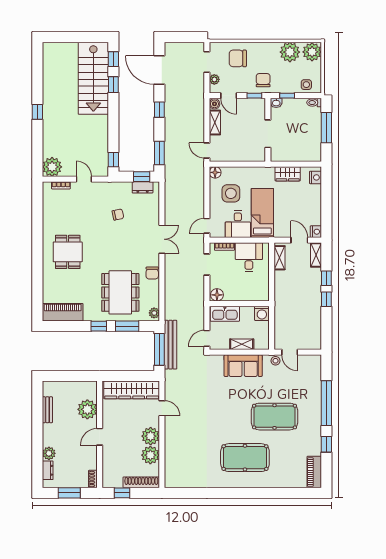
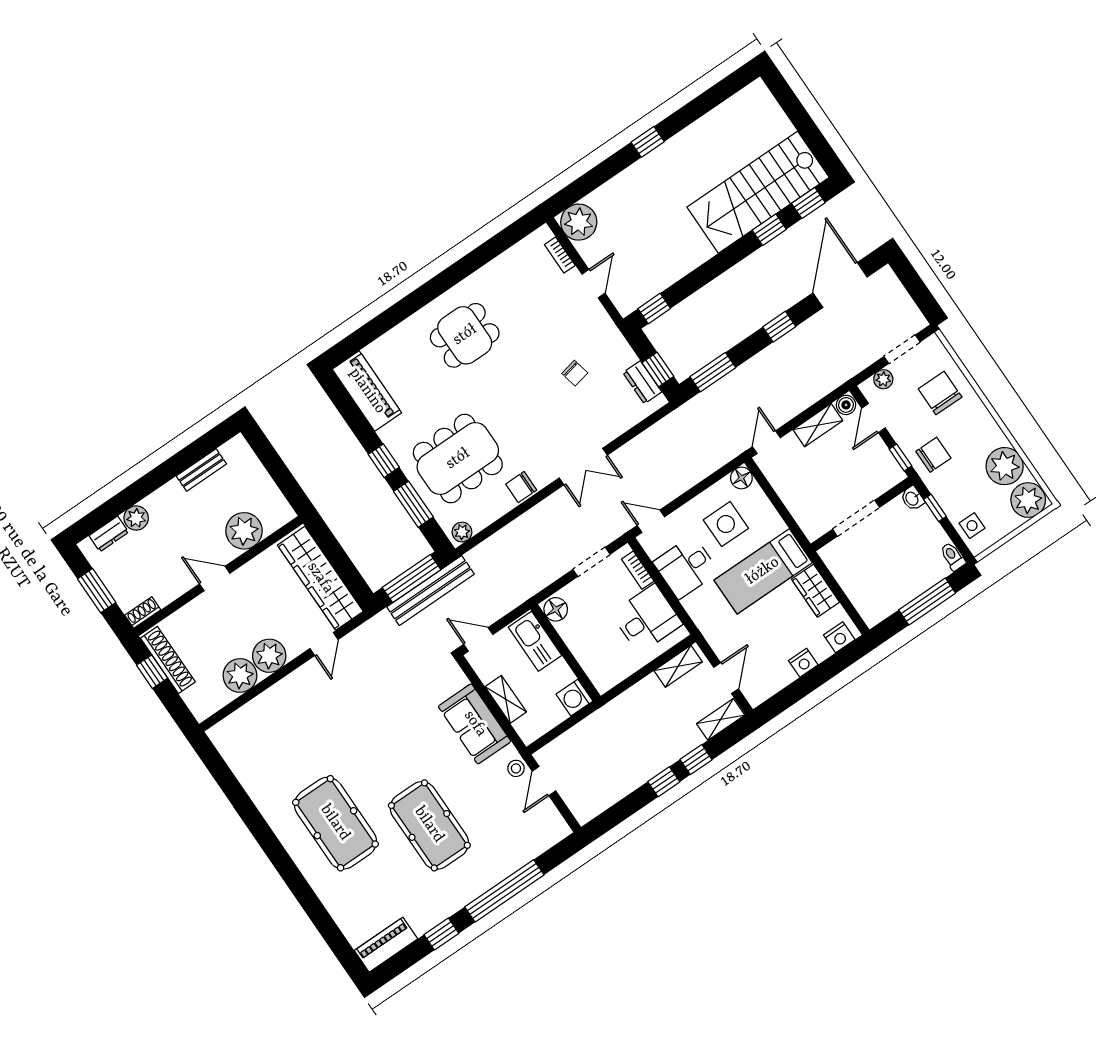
bed: (262, 213) -> (763, 571), moved, turned 180
nightstand: (316, 232) -> (803, 663), moved
shoe rack: (141, 482) -> (168, 660), moved

